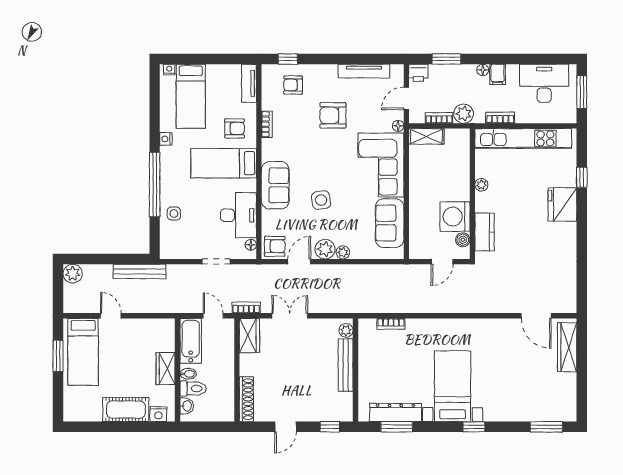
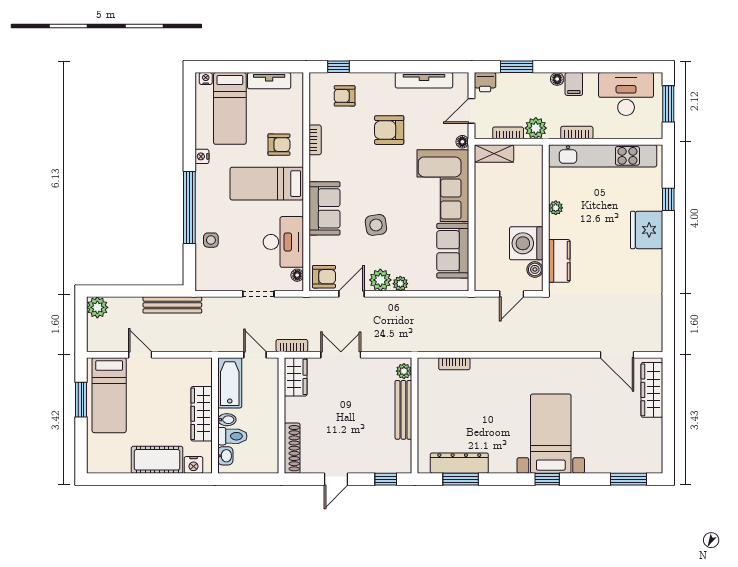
tv unit: (249, 83) -> (269, 81), moved, turned -90
wardrobe: (166, 368) -> (202, 414), width x1.50
bed with nightstands: (453, 386) -> (551, 434), moved

